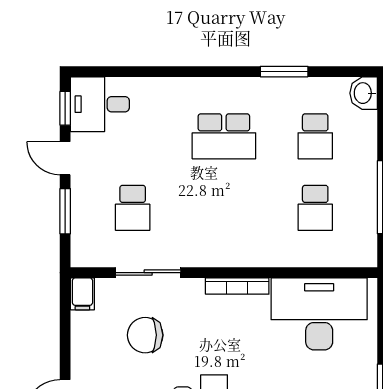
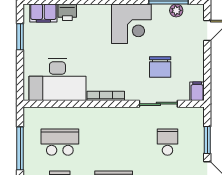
school desk: (315, 208) -> (60, 142), width x1.85
chair: (145, 335) -> (160, 67), turned 90

